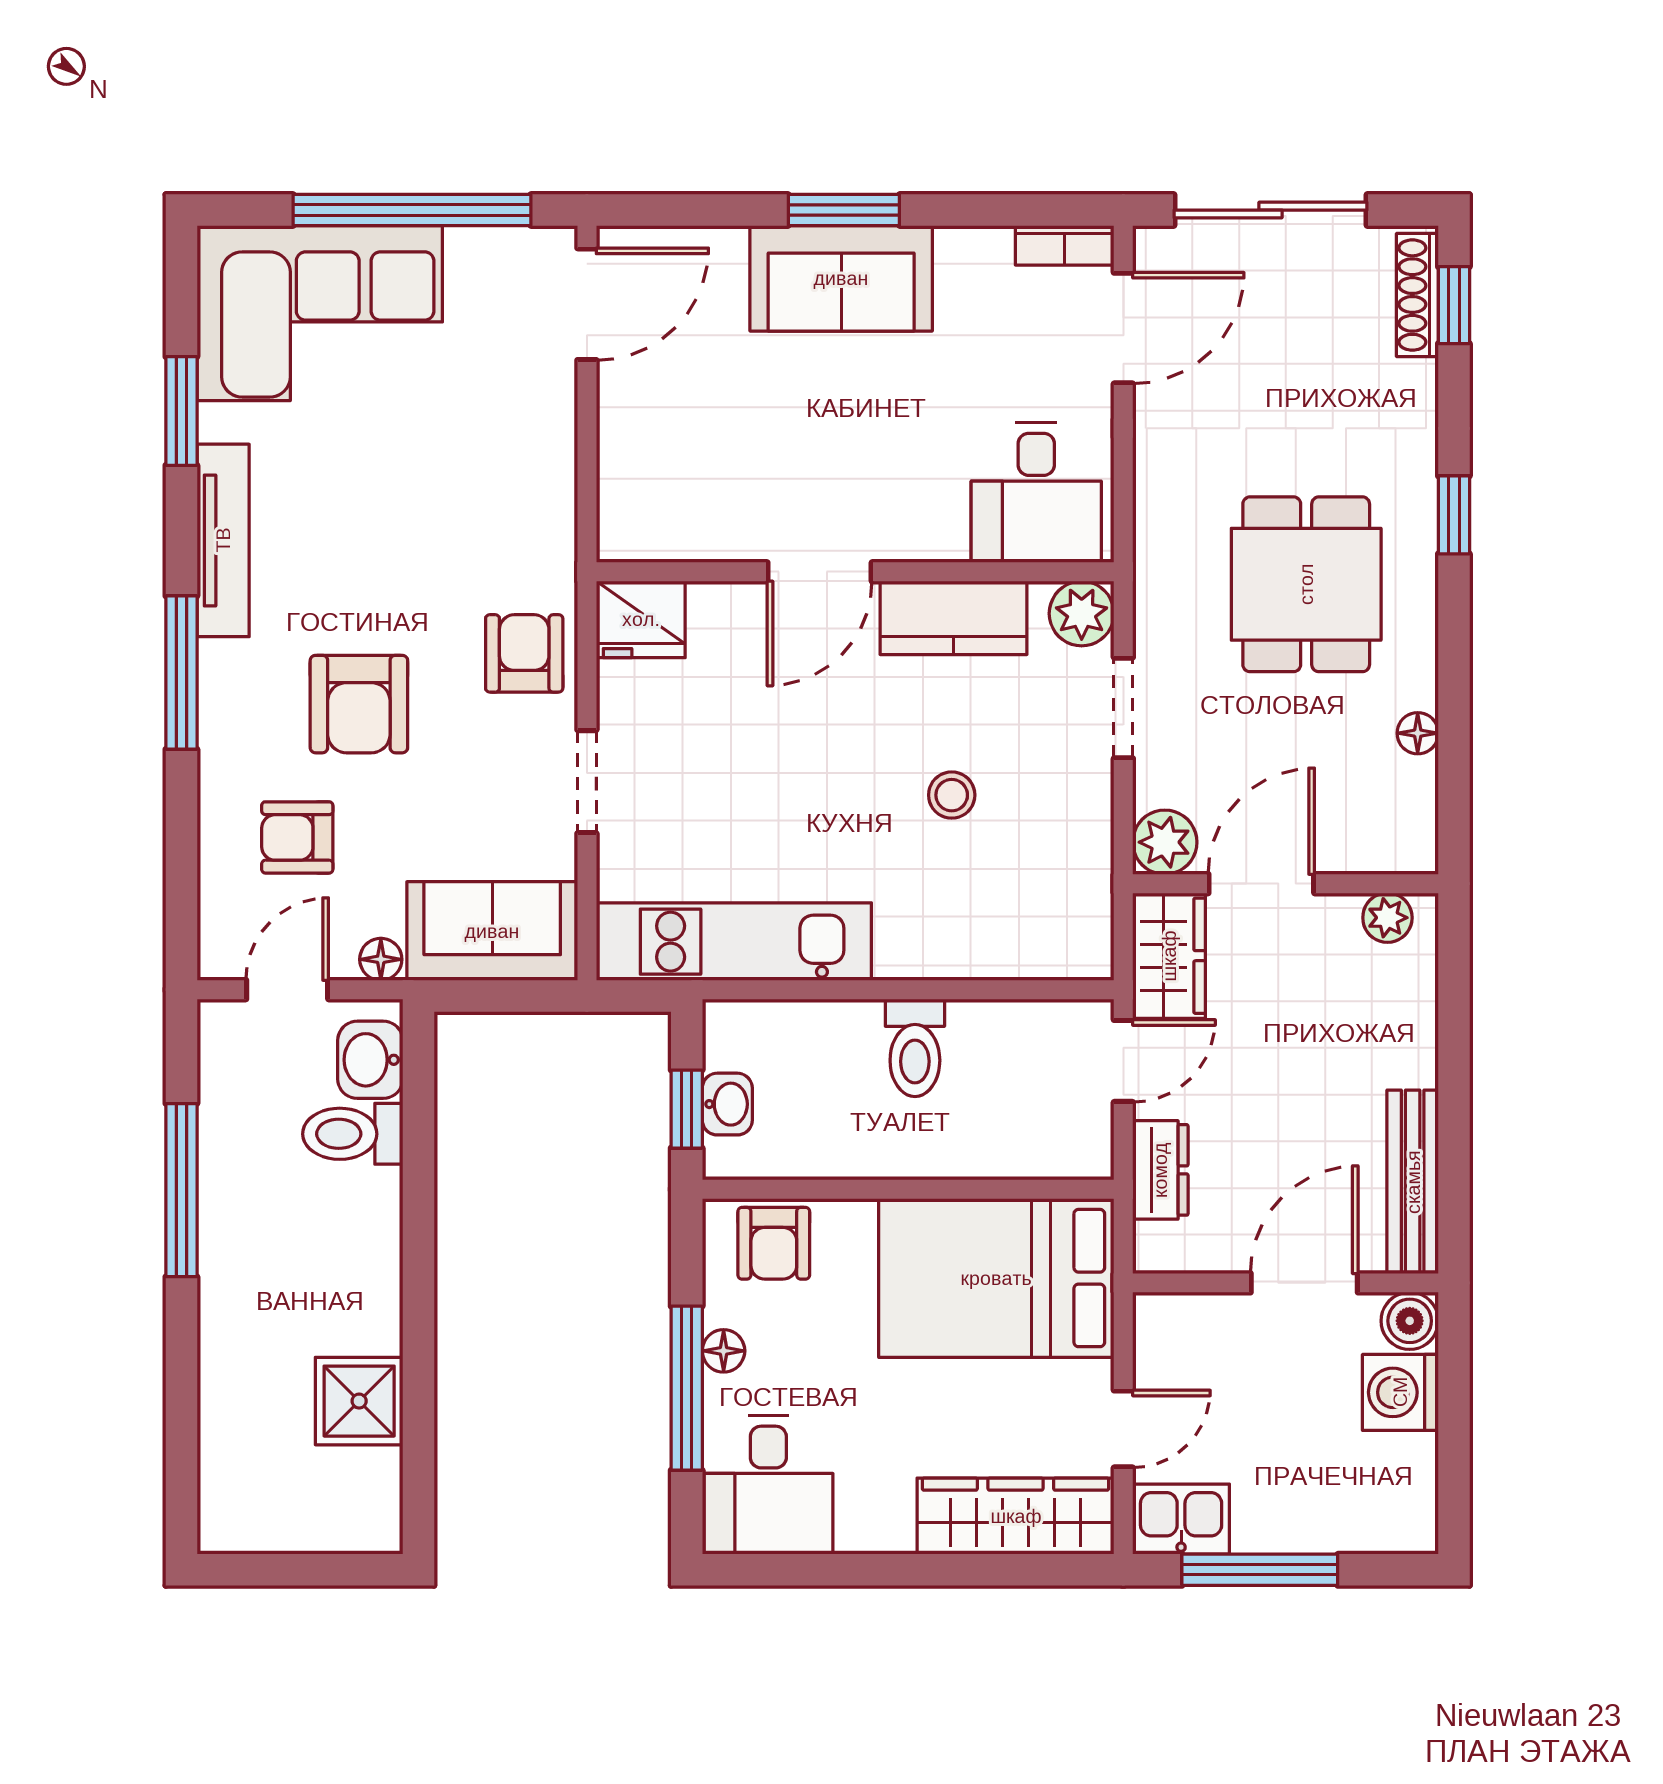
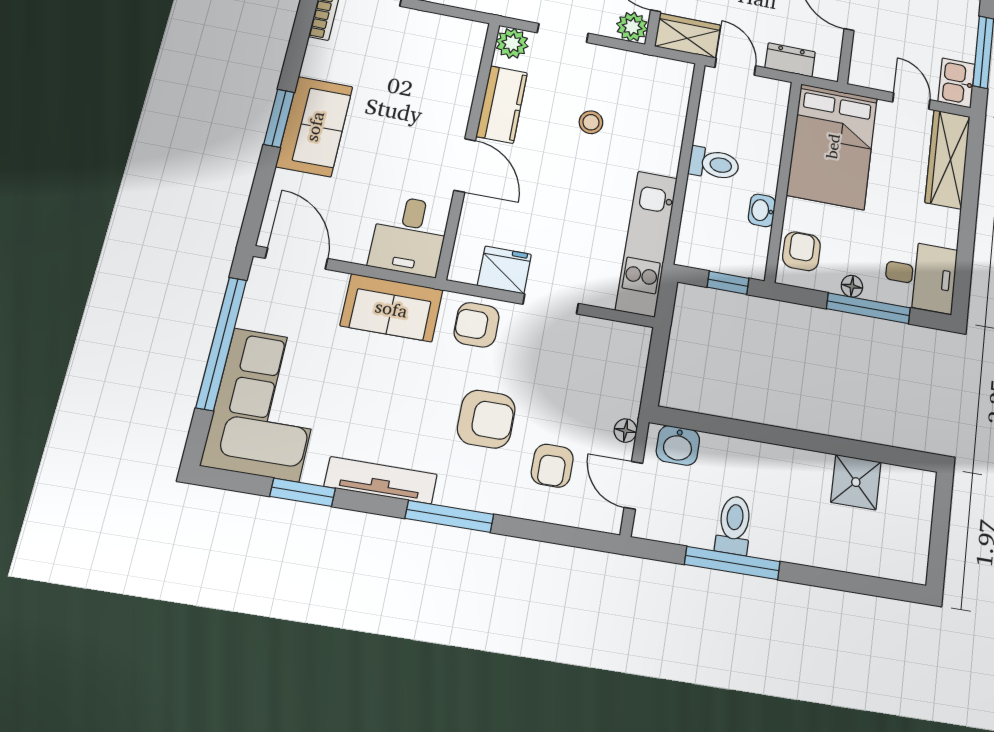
desk: (1036, 492) -> (409, 236), moved, turned 90
fridge: (641, 619) -> (504, 270), moved, turned -90
sofa: (492, 931) -> (392, 308), moved, turned -90
washbasin: (727, 1104) -> (762, 210), moved, turned -90
toilet: (353, 1134) -> (734, 525), moved, turned 180
armchair: (774, 1243) -> (801, 251), turned -90

